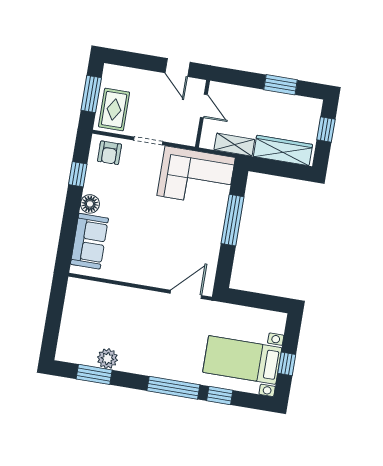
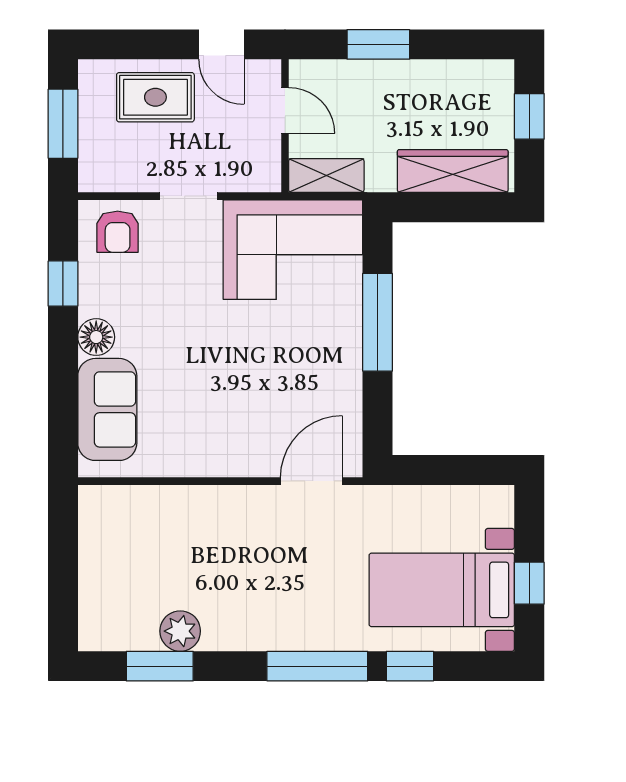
window: (281, 85) -> (378, 44), moved
rug: (114, 109) -> (155, 97), moved, turned 90
shelving: (234, 145) -> (326, 175), moved

